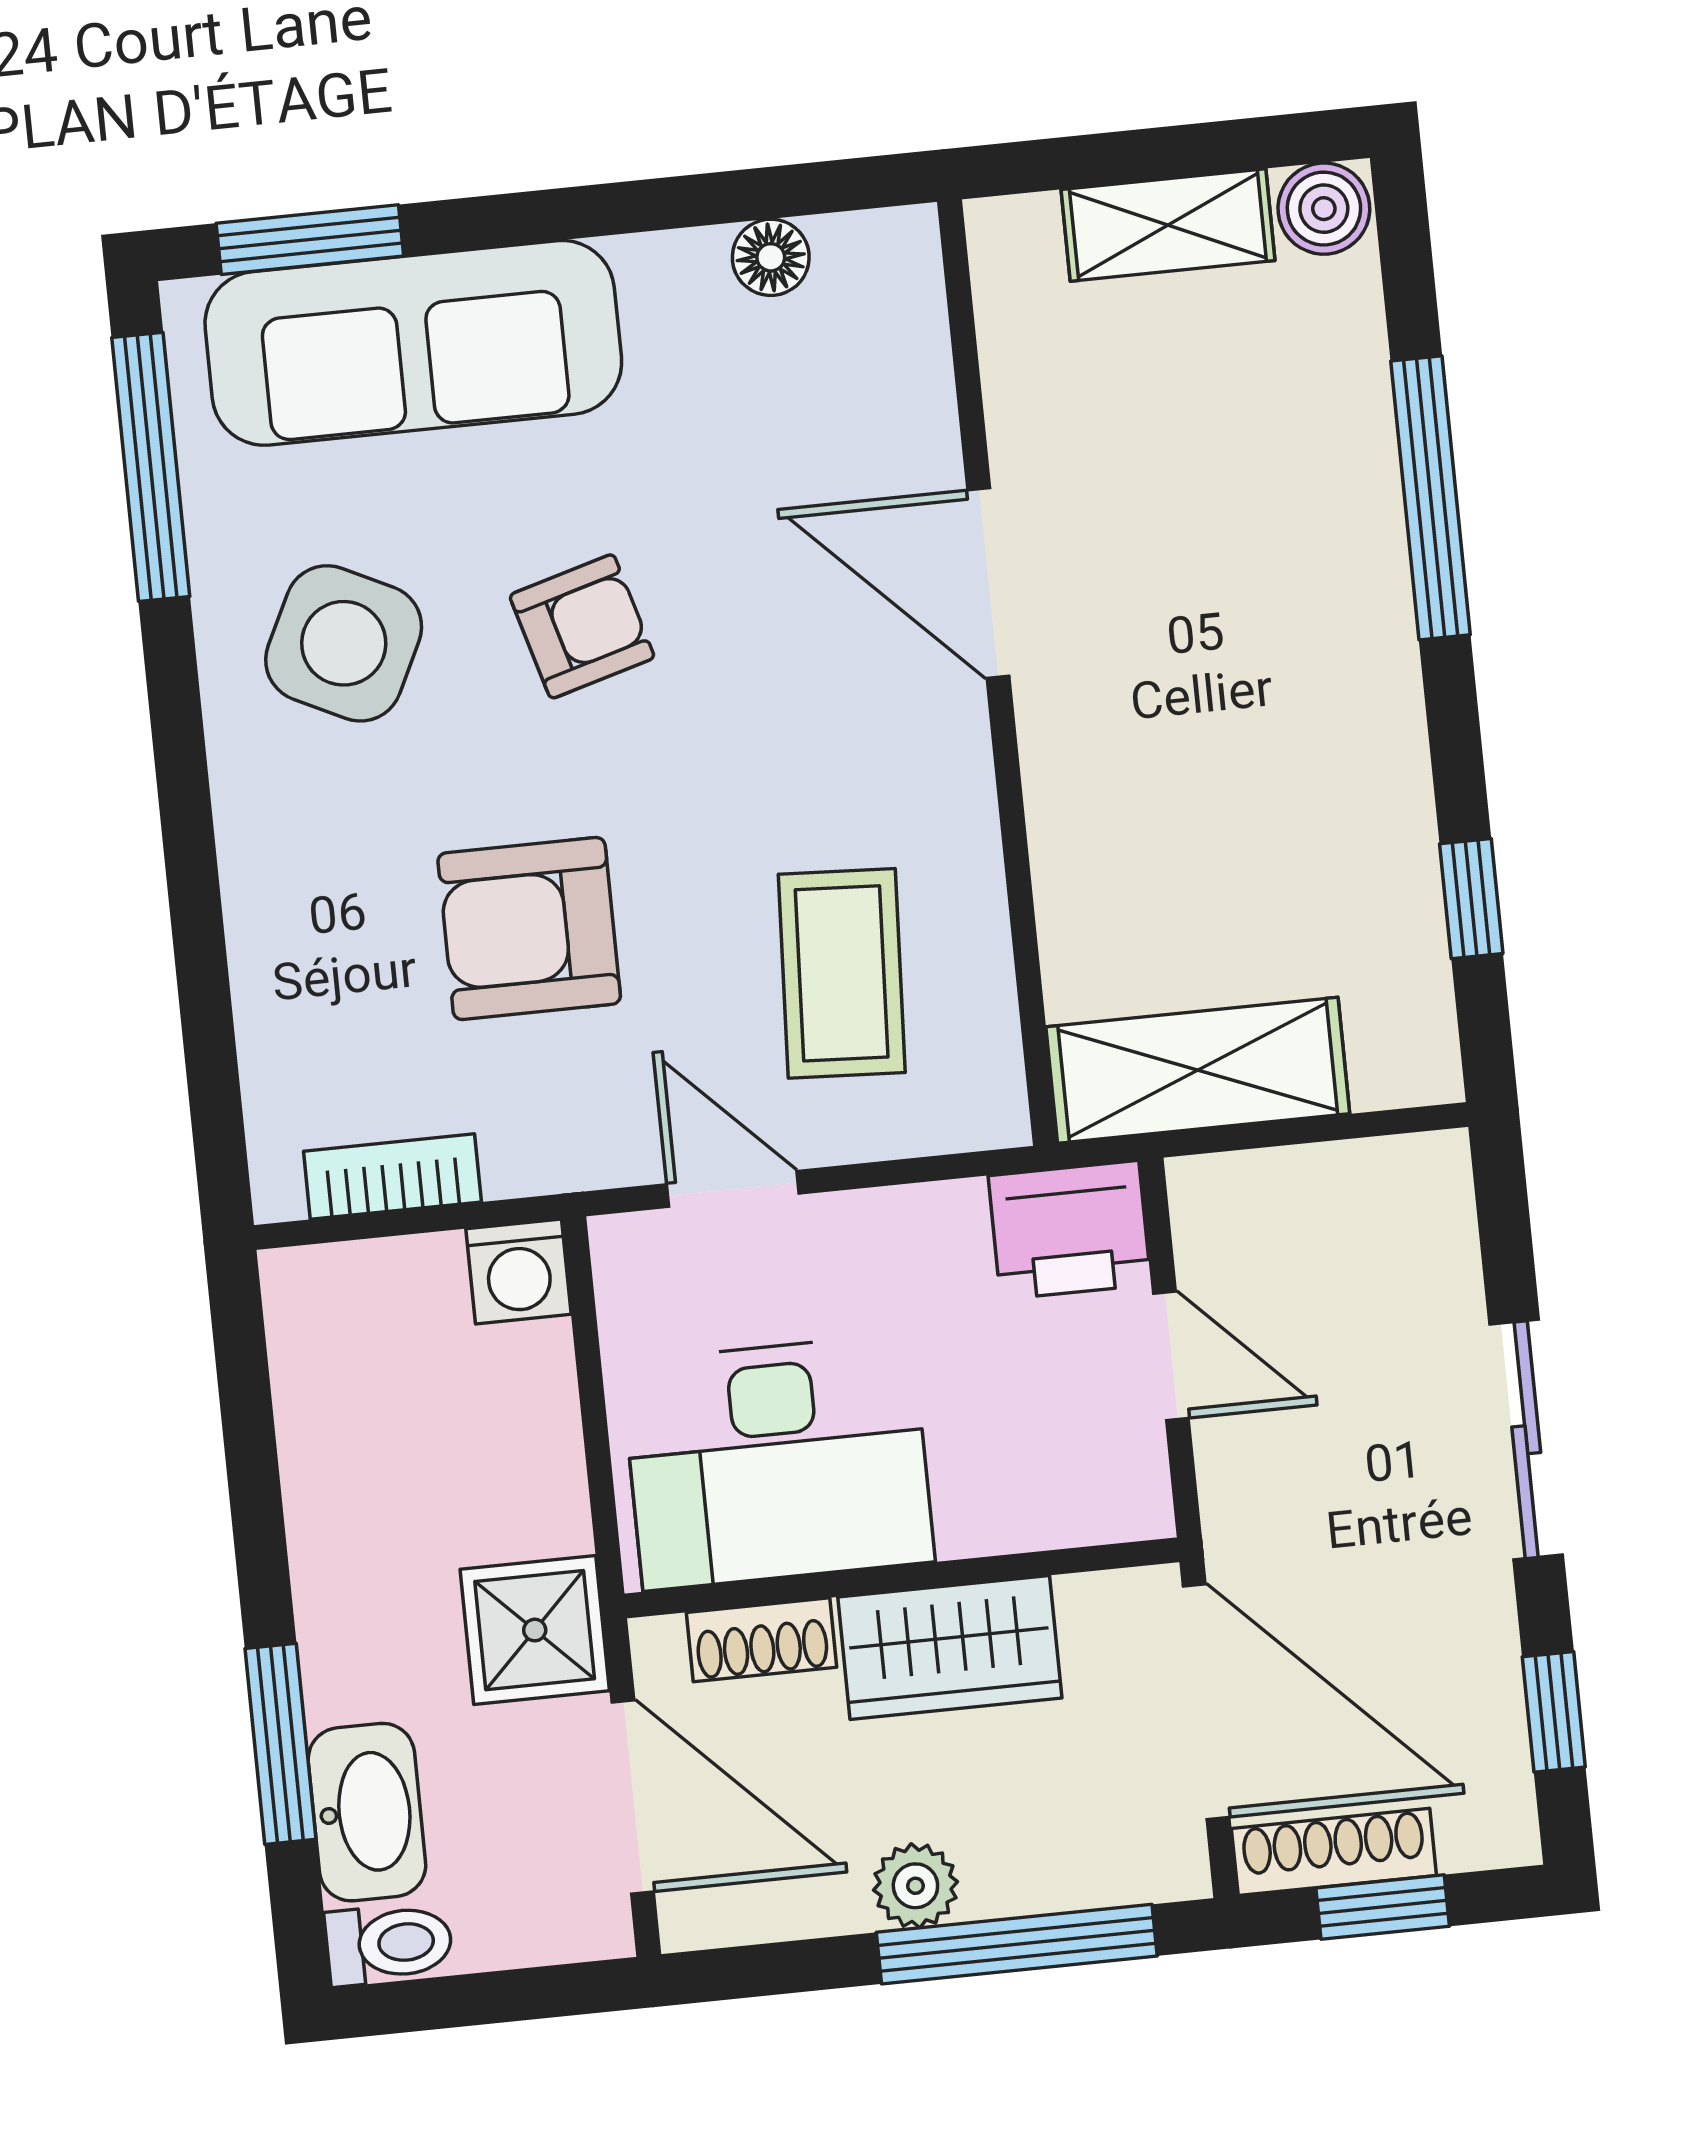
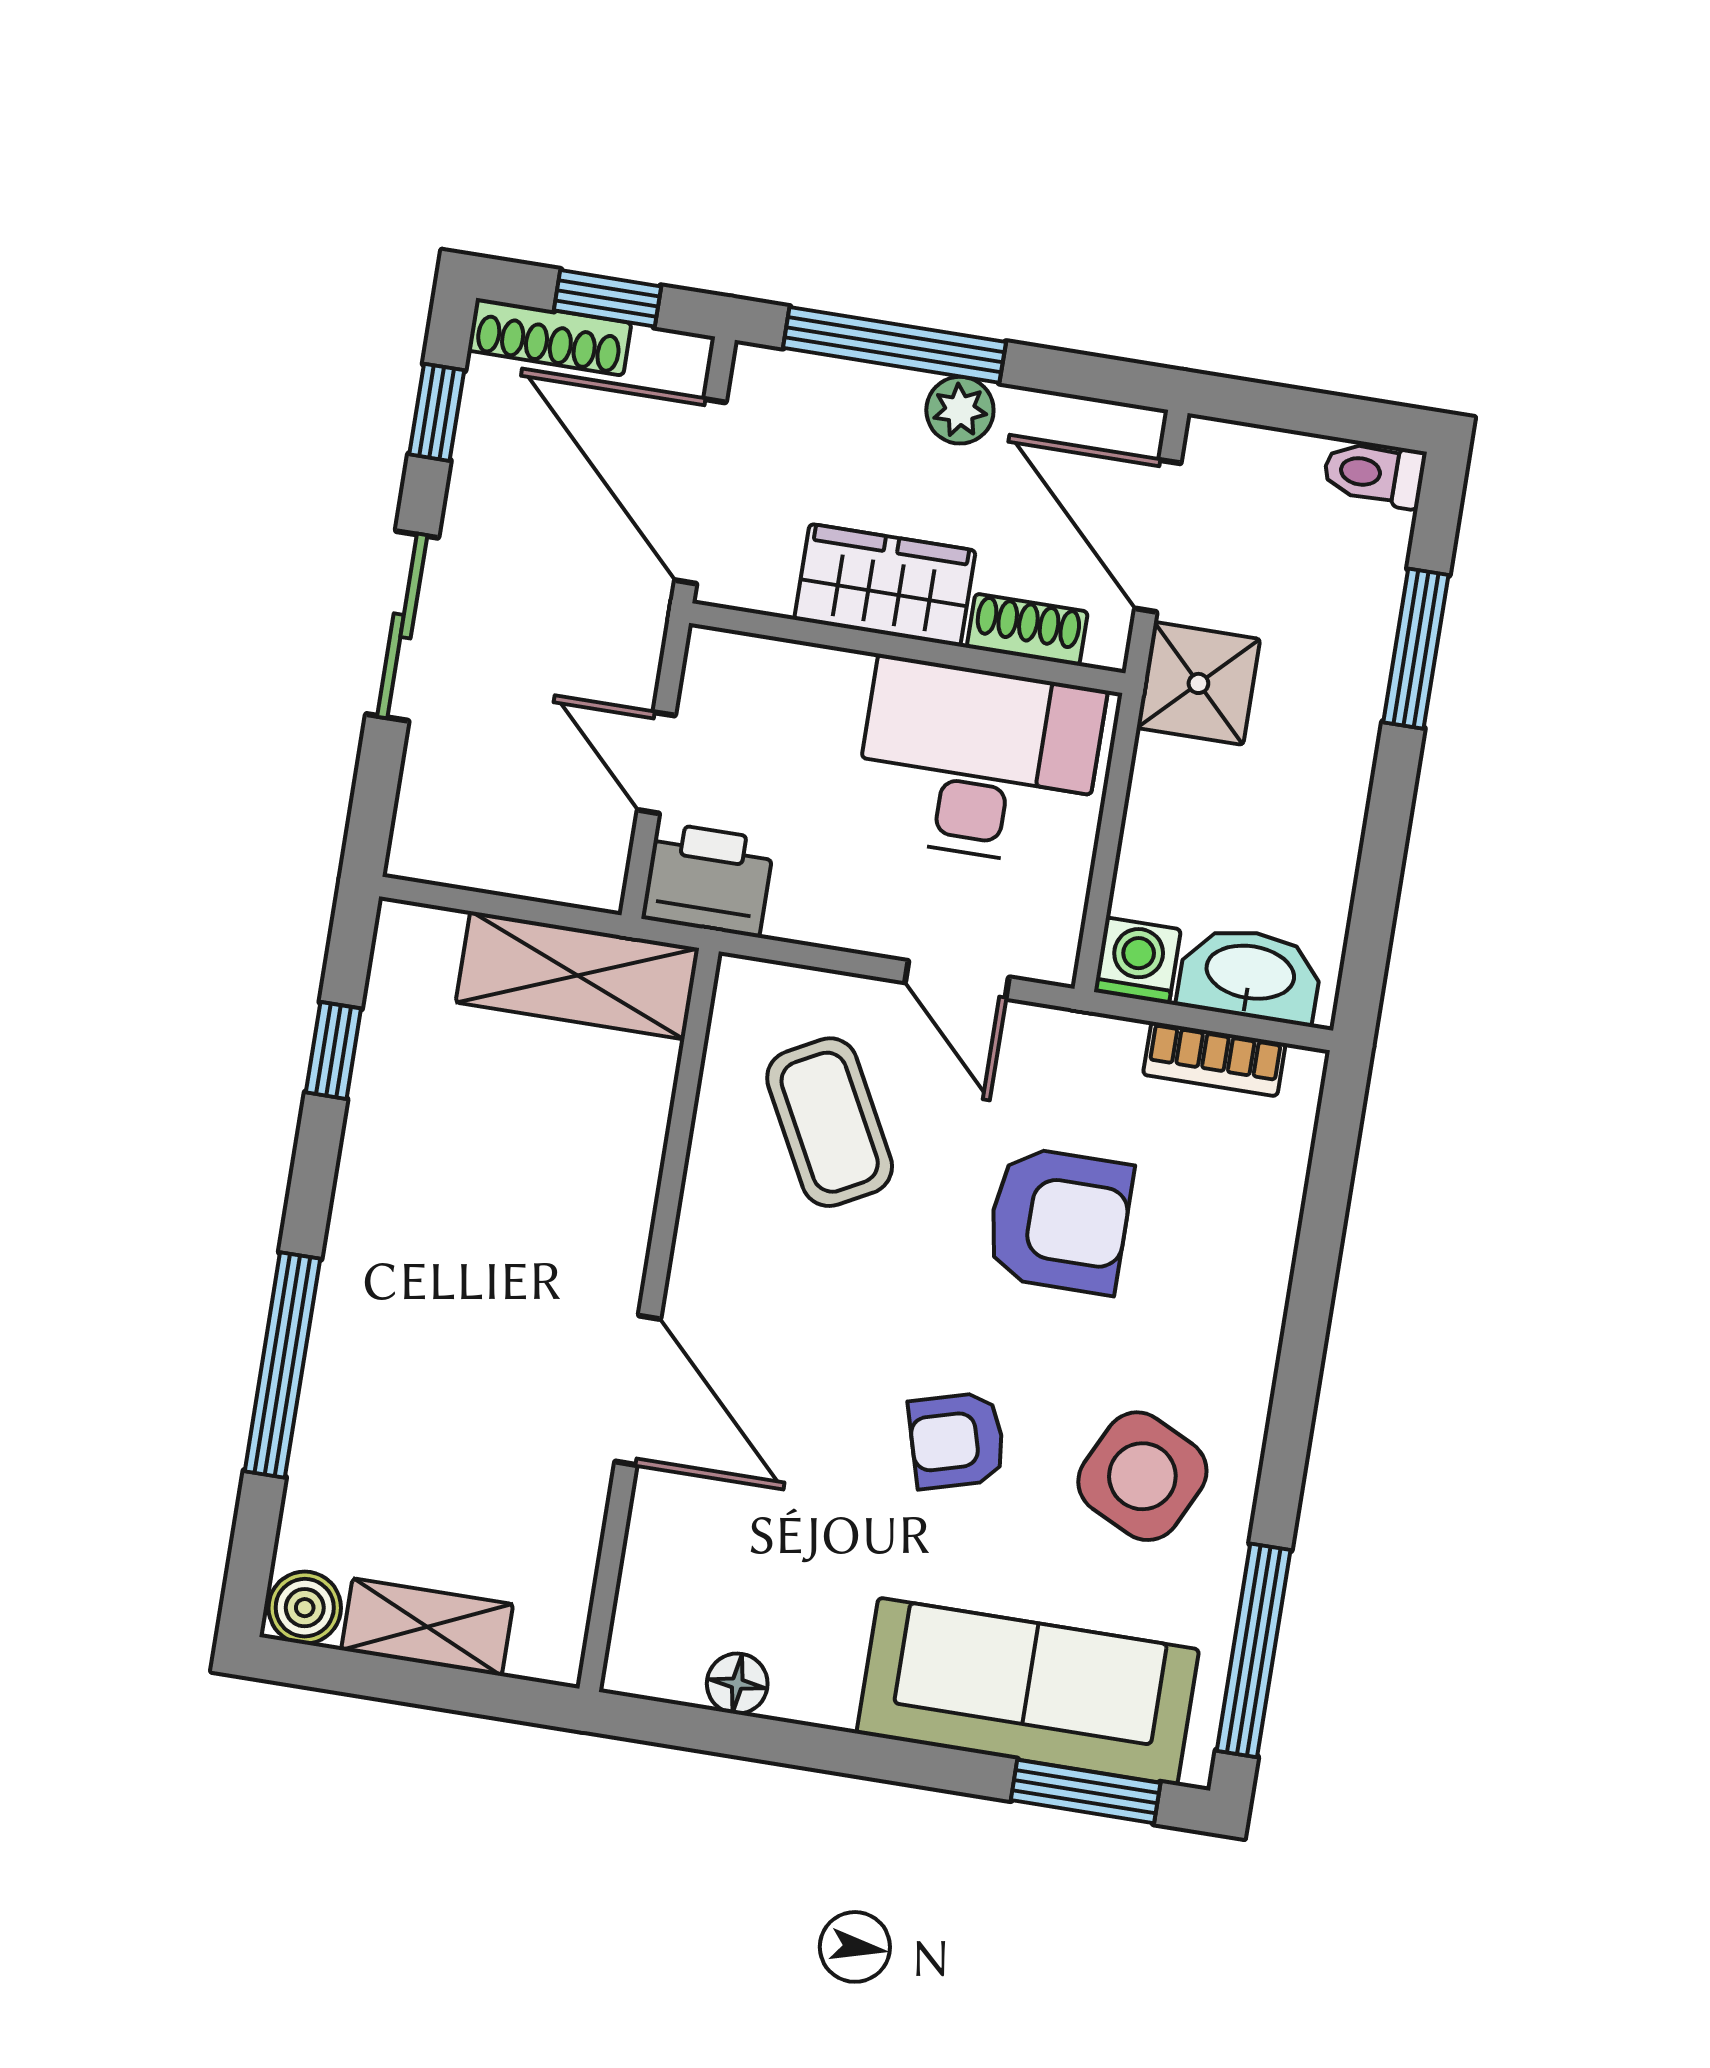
coffee table: (842, 973) -> (830, 1122), turned -31
washbasin: (367, 1812) -> (1250, 975), moved, turned 90
shoe rack: (1334, 1852) -> (549, 337), moved

